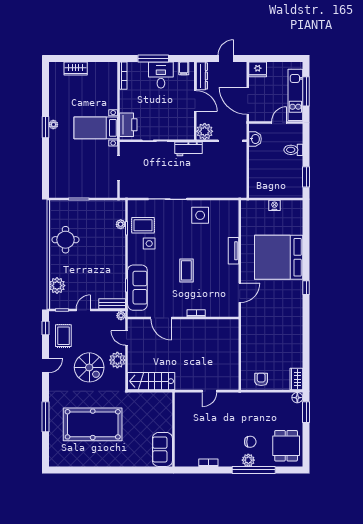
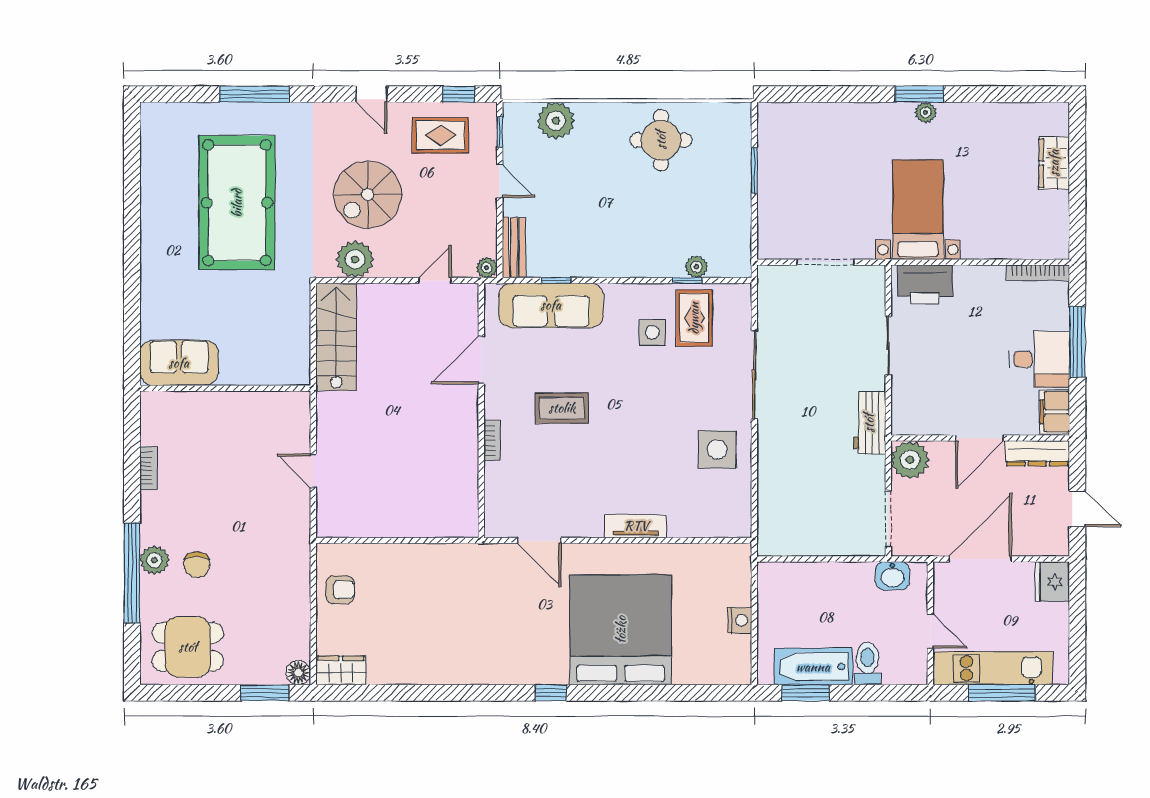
filing cabinet: (184, 68) -> (1055, 412), width x2.00
bathtub: (295, 173) -> (813, 667), added
coffee table: (186, 270) -> (562, 408), moved
plant: (117, 360) -> (355, 259), moved

